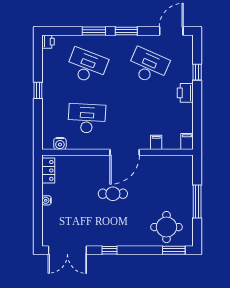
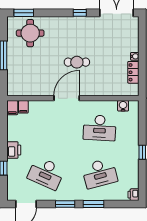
desk: (87, 66) -> (100, 173), turned -36
filing cabinet: (156, 142) -> (23, 107), moved
locker: (48, 170) -> (133, 72), moved

